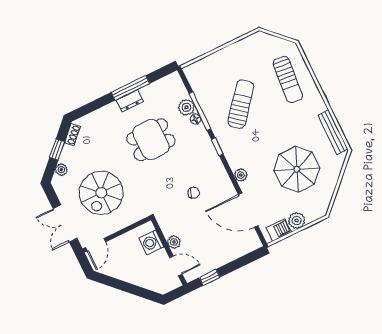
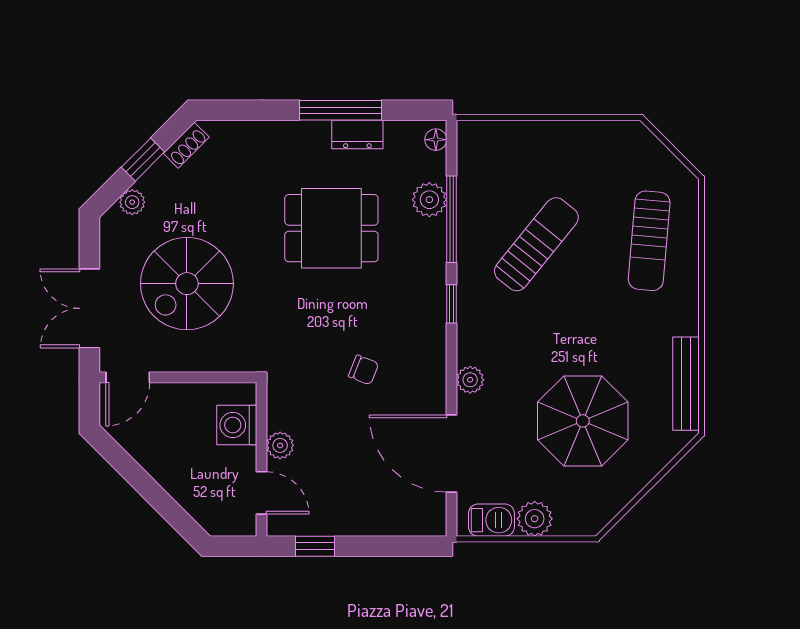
dresser: (130, 101) -> (357, 134), moved
floor lamp: (195, 119) -> (436, 140), moved

